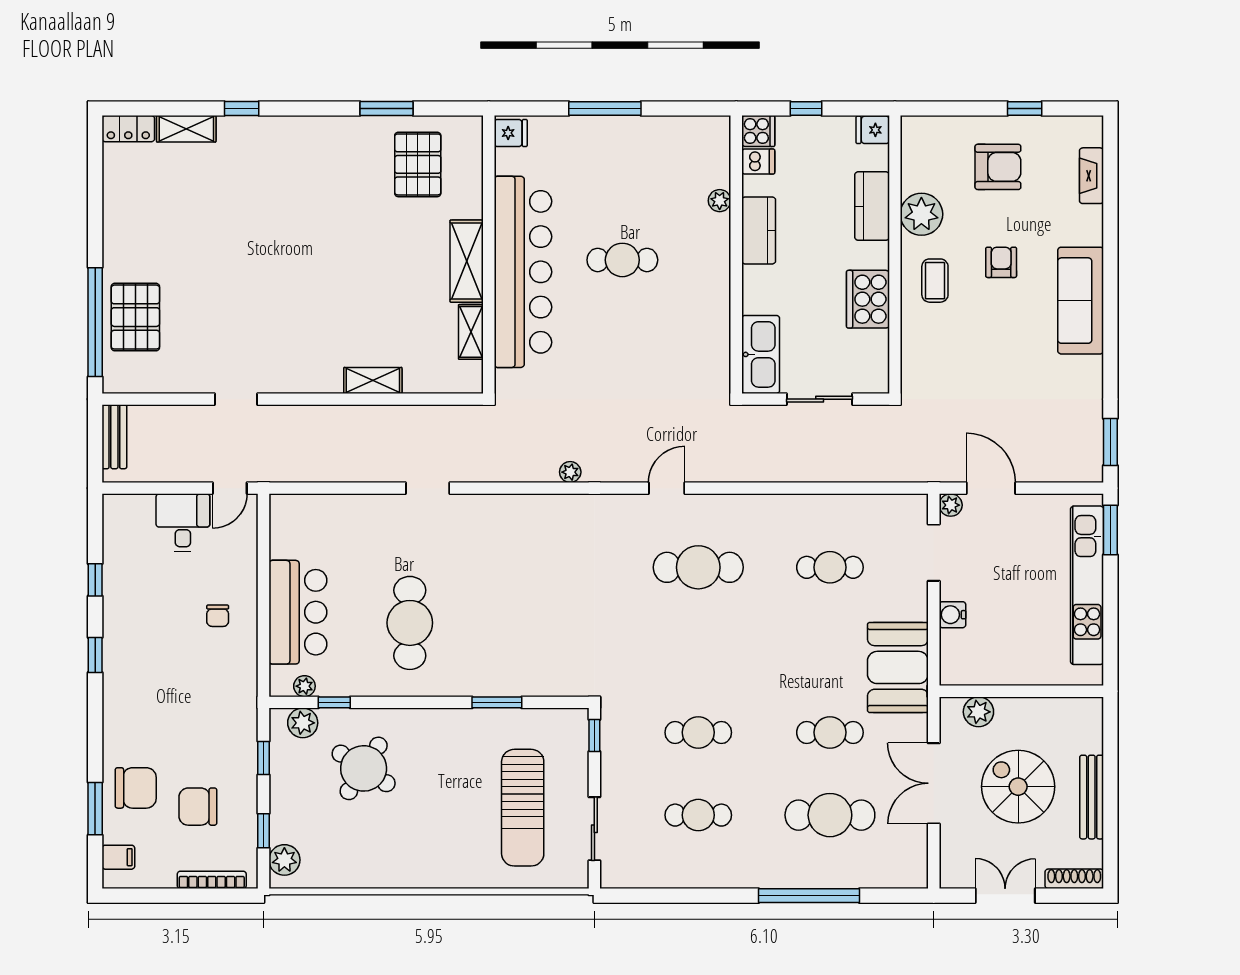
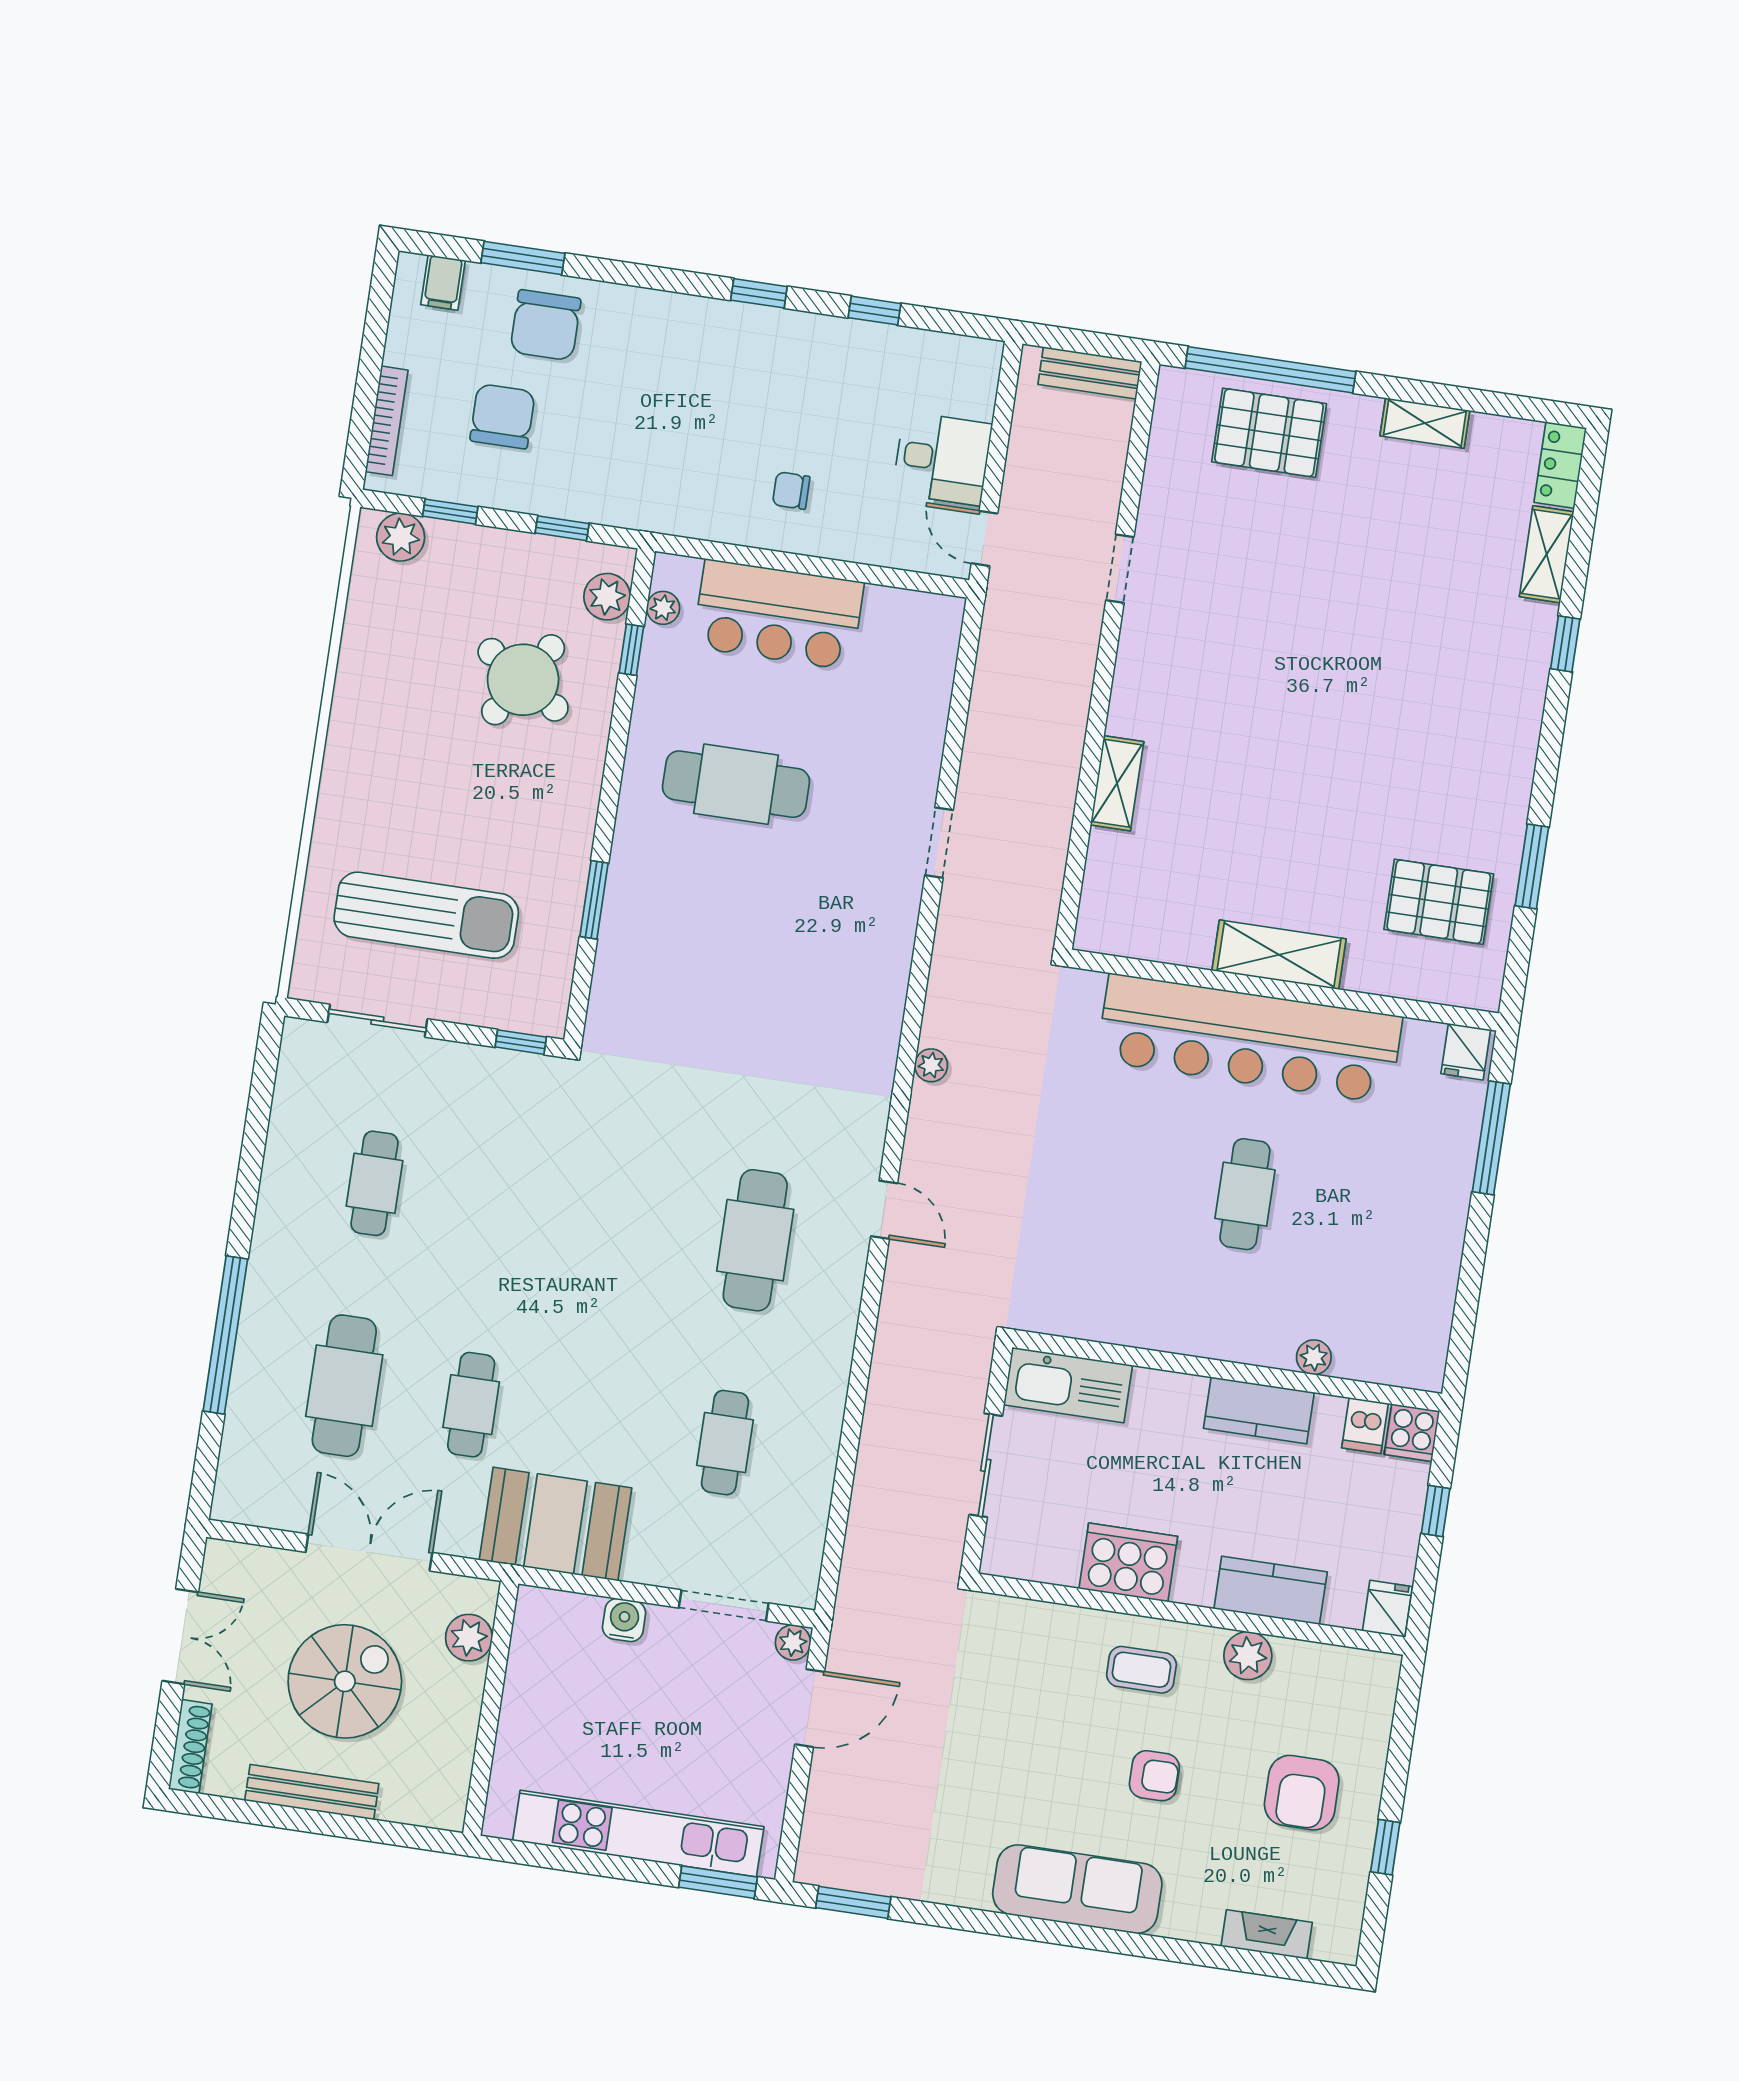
window: (605, 108) -> (1491, 1138), moved
plant: (921, 214) -> (1248, 1656), width x0.73, depth x0.73
shelving: (471, 332) -> (1425, 423), moved
cafe table: (698, 732) -> (501, 1202), removed
sun lounger: (523, 808) -> (426, 915), turned 180

